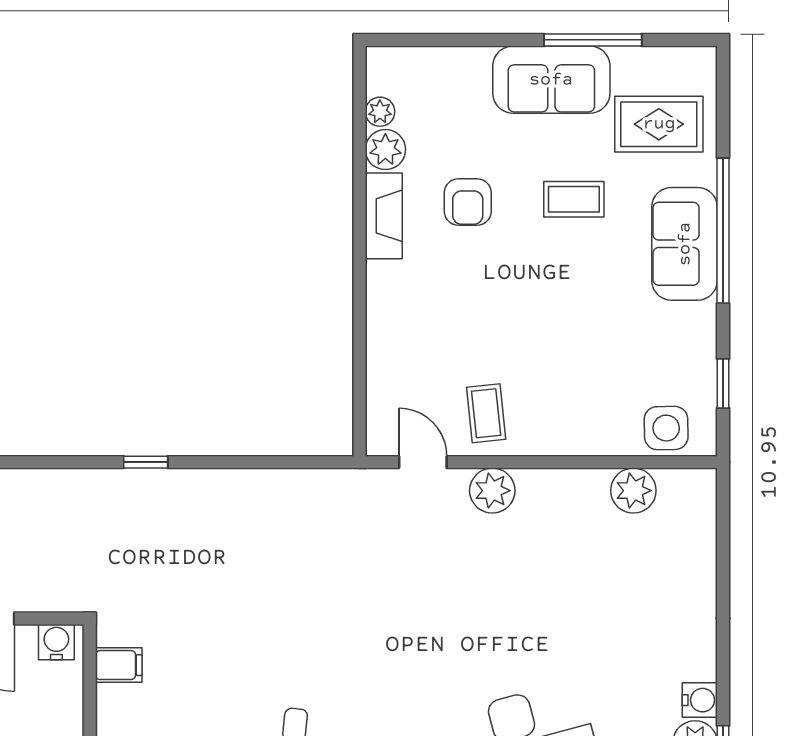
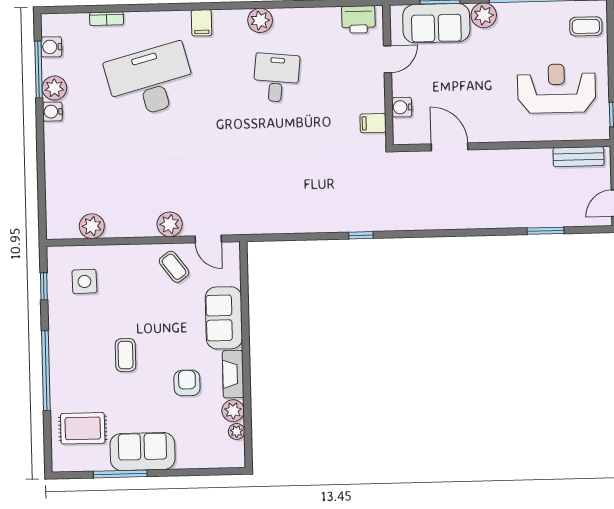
coffee table: (574, 199) -> (125, 355), moved, turned 90
sofa: (685, 244) -> (224, 318), moved, turned 180
coffee table: (486, 413) -> (174, 267), turned -31
side table: (666, 428) -> (84, 281), moved
water cooler: (56, 642) -> (402, 107), moved, turned 90

